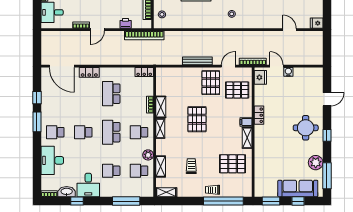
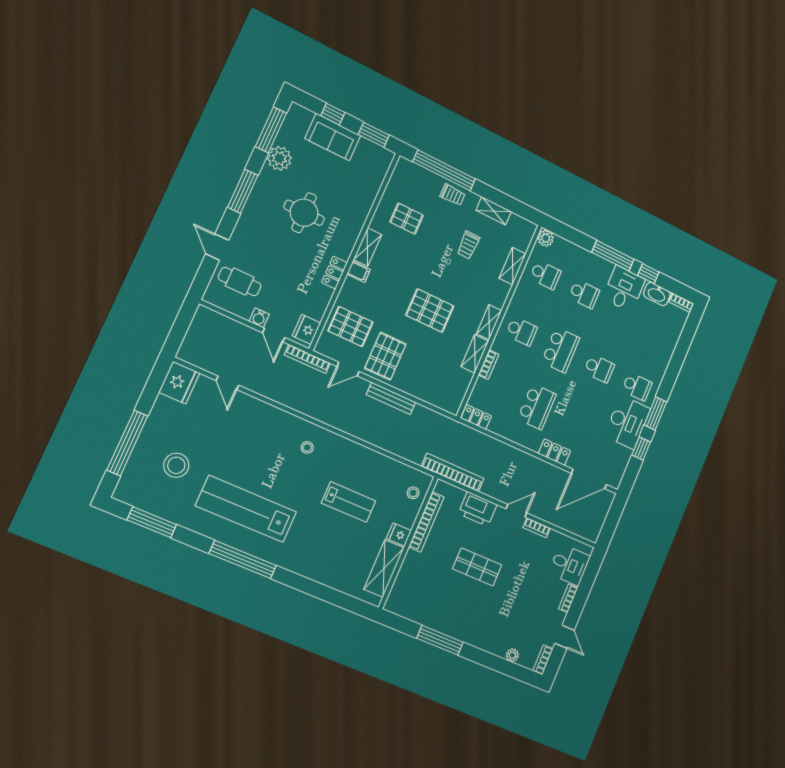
printer: (126, 23) -> (478, 509), width x1.87, depth x1.48
fridge: (317, 23) -> (179, 383), width x1.88, depth x1.34
door: (62, 66) -> (589, 479), swing flipped
cafe table: (307, 86) -> (240, 282), added
door: (327, 99) -> (217, 247), hinge flipped
pallet: (197, 119) -> (430, 311), turned 90
round table: (306, 128) -> (304, 213), moved
window: (327, 135) -> (243, 191), width x2.17
plant: (148, 155) -> (546, 238), moved
desk: (52, 160) -> (627, 422), moved
pallet: (233, 164) -> (407, 219), width x0.67, depth x0.71
sofa: (298, 189) -> (333, 137), width x0.73
shelving: (166, 192) -> (494, 211), moved
window: (126, 201) -> (613, 256), moved

